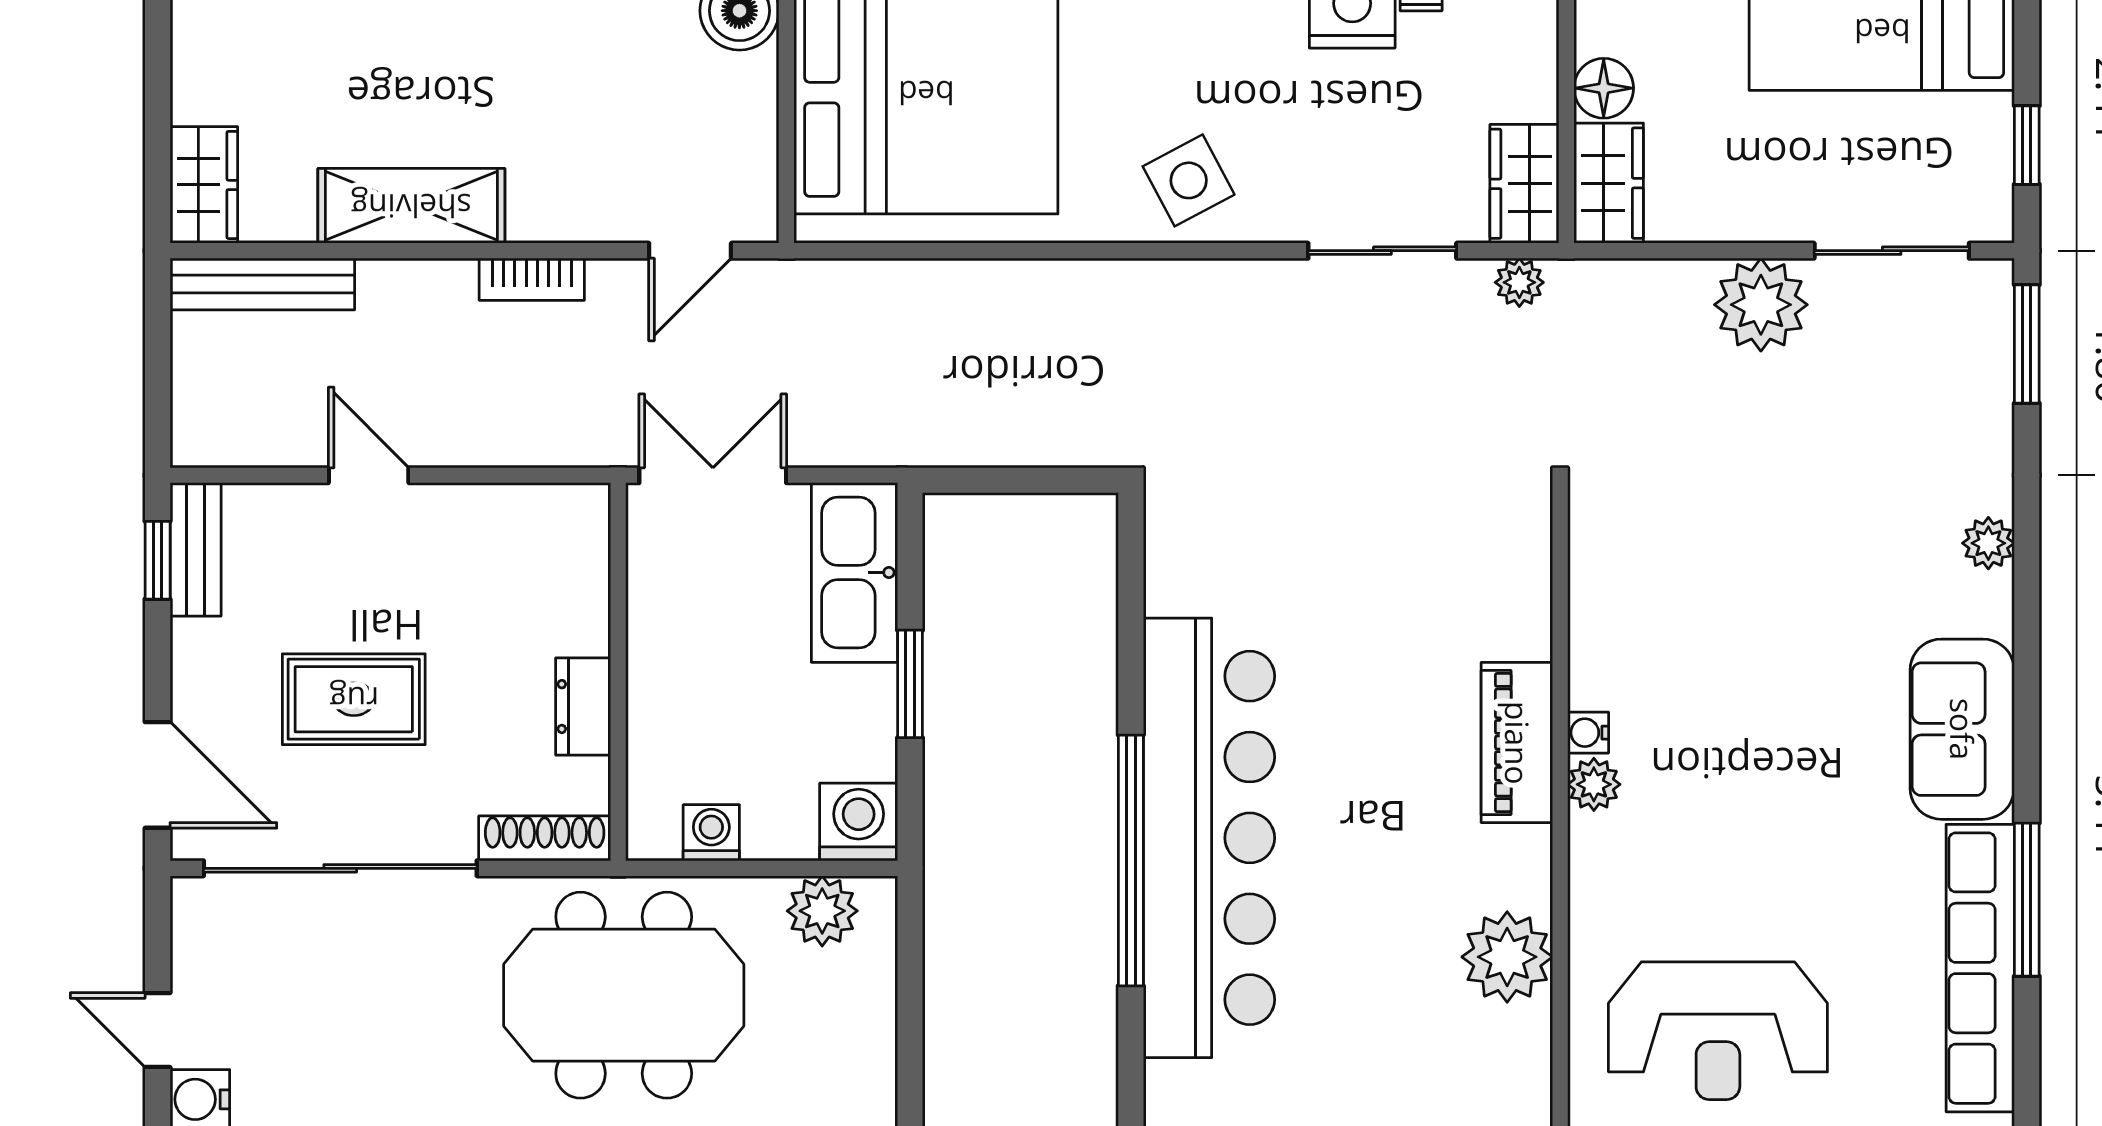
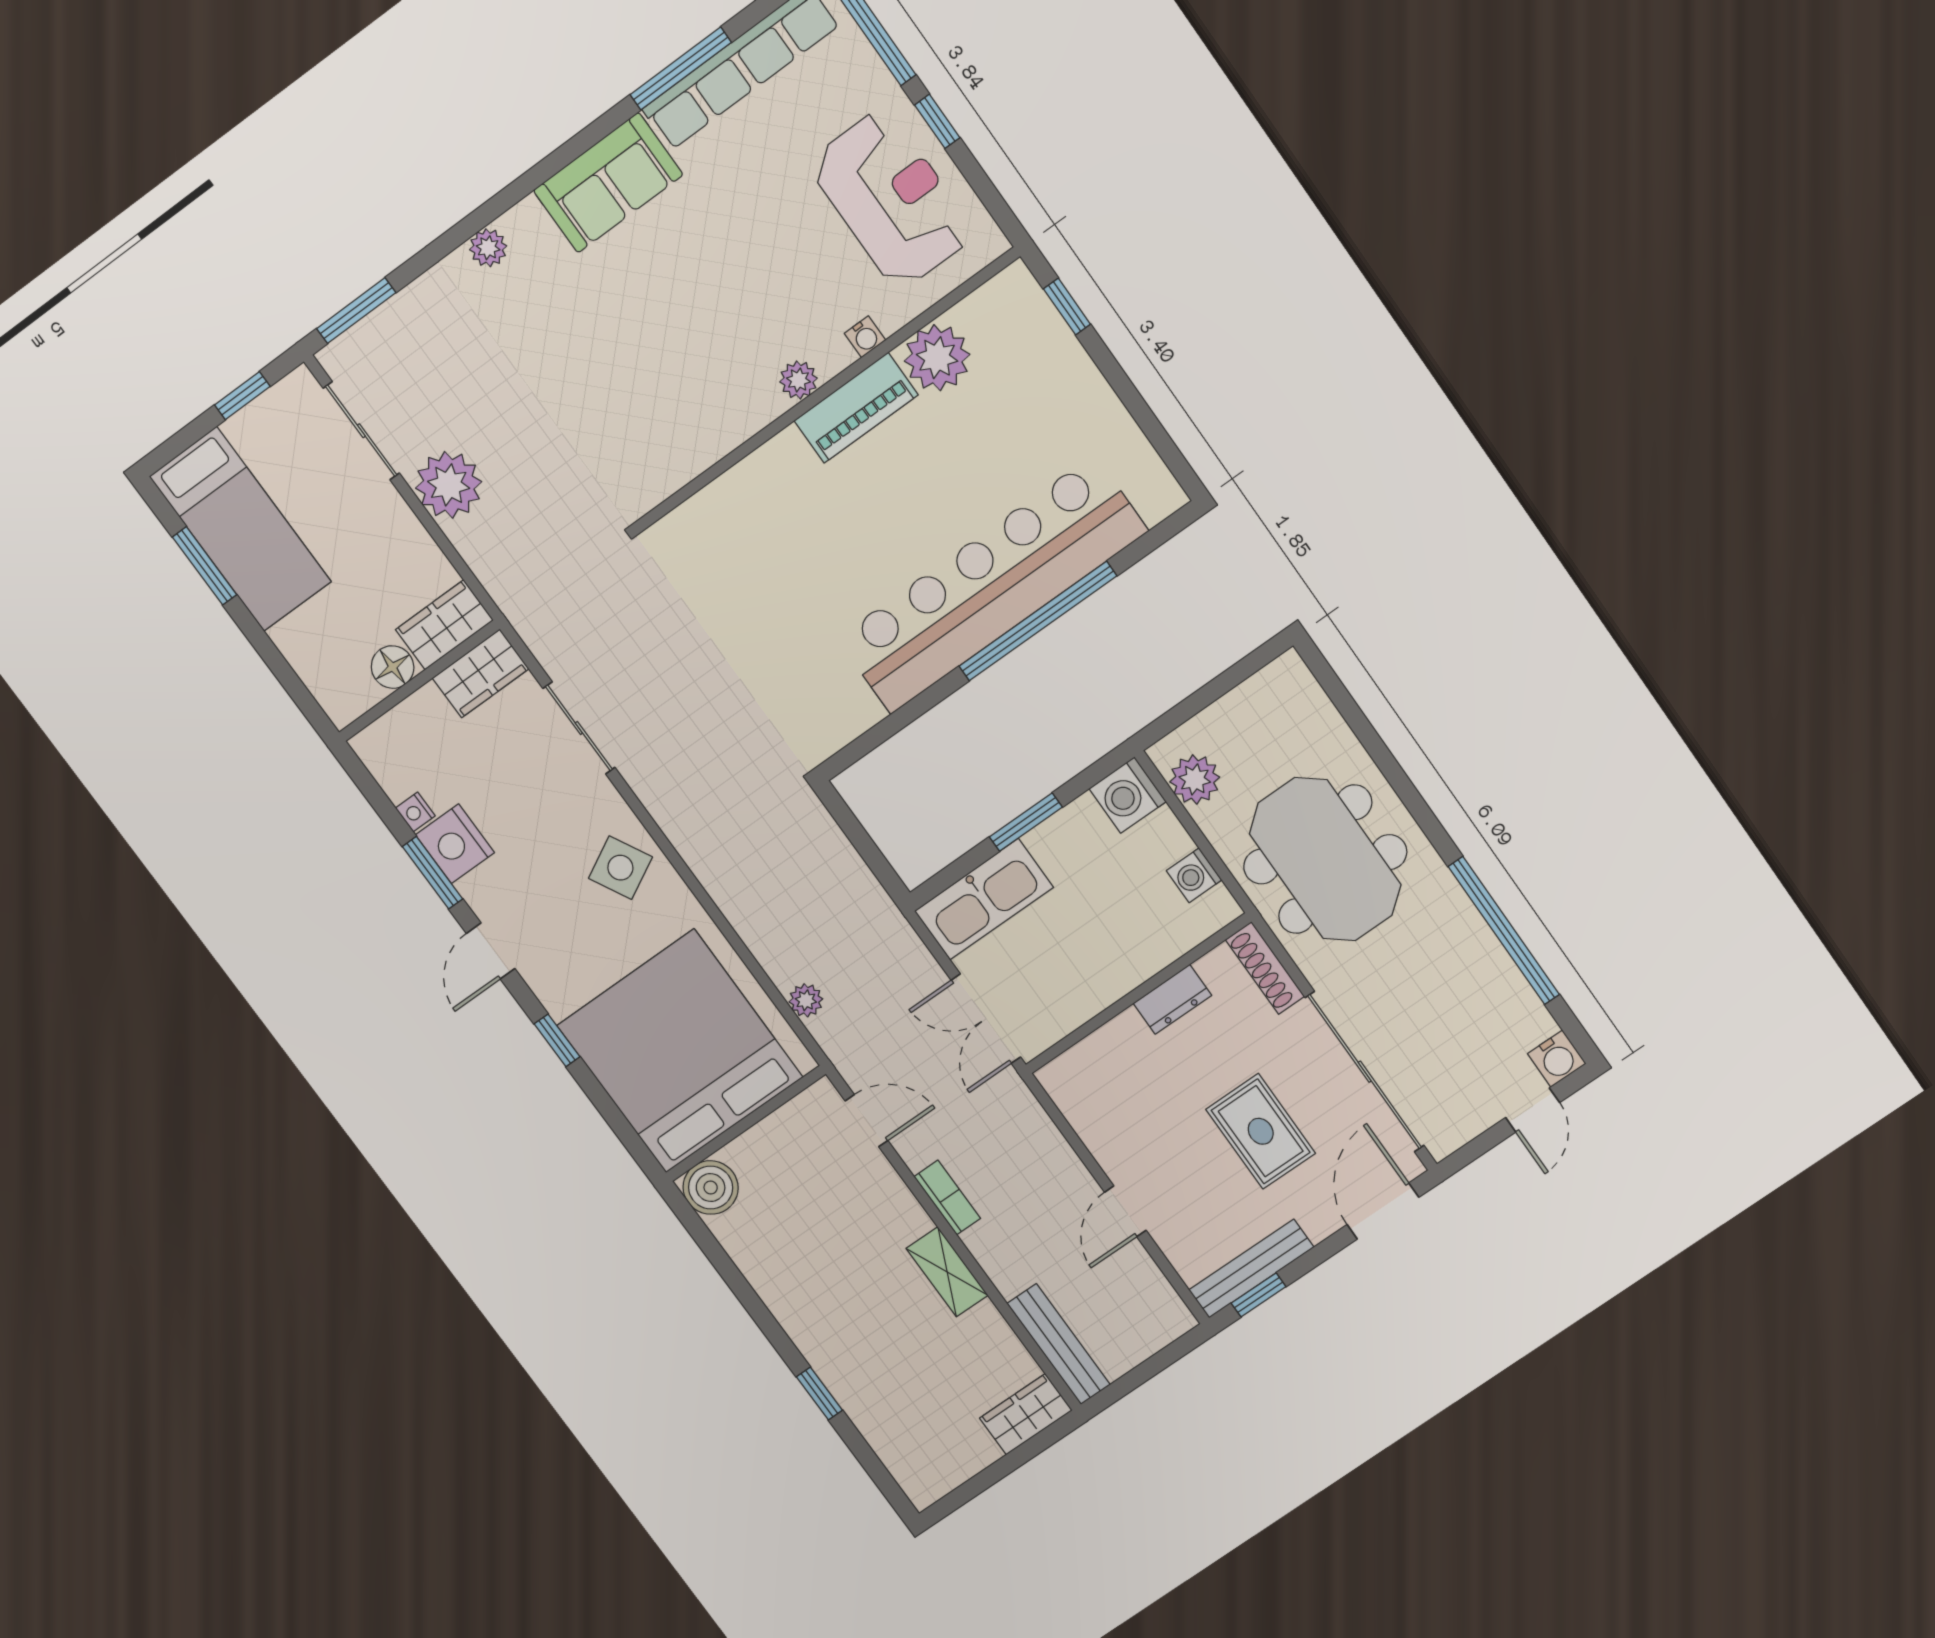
shelving: (411, 206) -> (947, 1272), width x0.67, depth x0.75
plant: (1519, 282) -> (806, 1000), moved
bench: (196, 549) -> (1251, 1269), width x1.36
water cooler: (1588, 733) -> (865, 337), moved
piano: (1517, 743) -> (856, 408), moved

